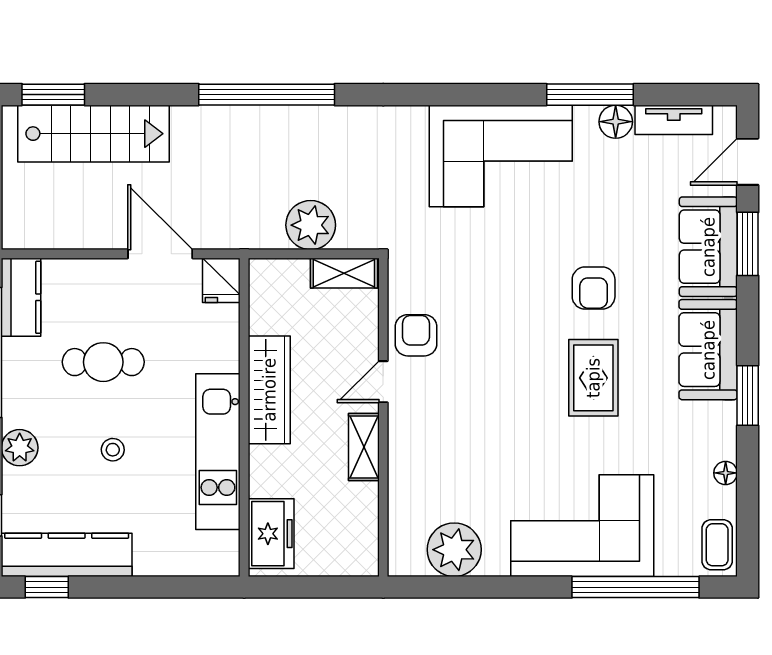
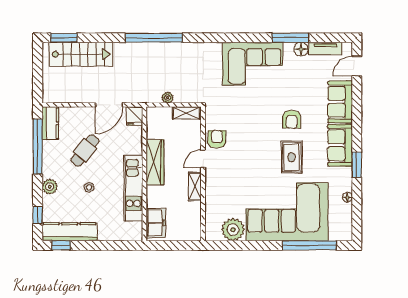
plant: (311, 225) -> (168, 98), width x0.53, depth x0.53
window: (748, 244) -> (357, 101), removed
door: (160, 254) -> (109, 105), swing flipped
cafe table: (103, 362) -> (85, 151), turned -52
corner sofa: (582, 526) -> (287, 212), width x1.36, depth x1.36
coffee table: (717, 545) -> (344, 228), removed

